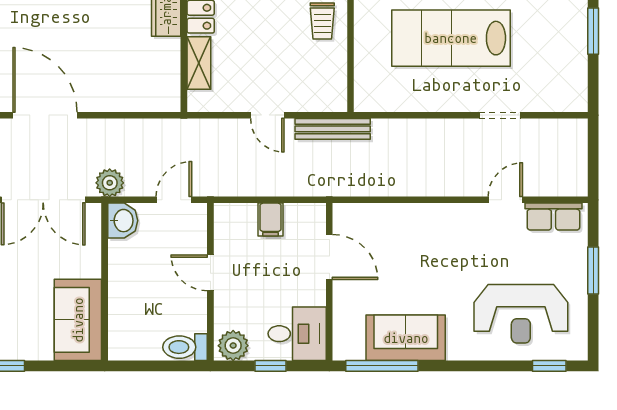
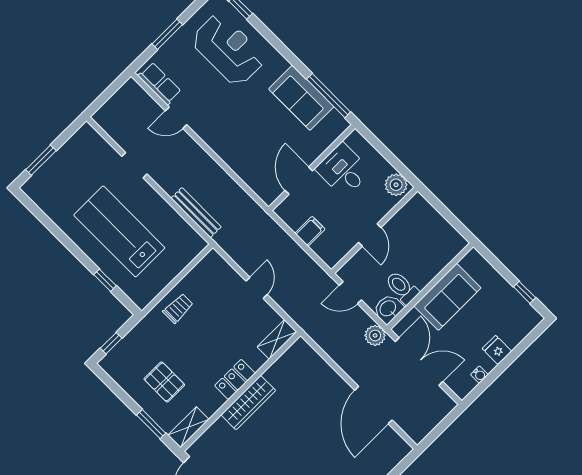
lab bench: (451, 38) -> (119, 231), turned 180
shelving: (199, 63) -> (277, 339), moved
bench: (333, 129) -> (196, 213), moved
sofa: (78, 320) -> (447, 297), moved
desk: (297, 334) -> (343, 170), moved
toilet: (185, 347) -> (402, 288), moved, turned 180
window: (271, 366) -> (387, 154), removed

